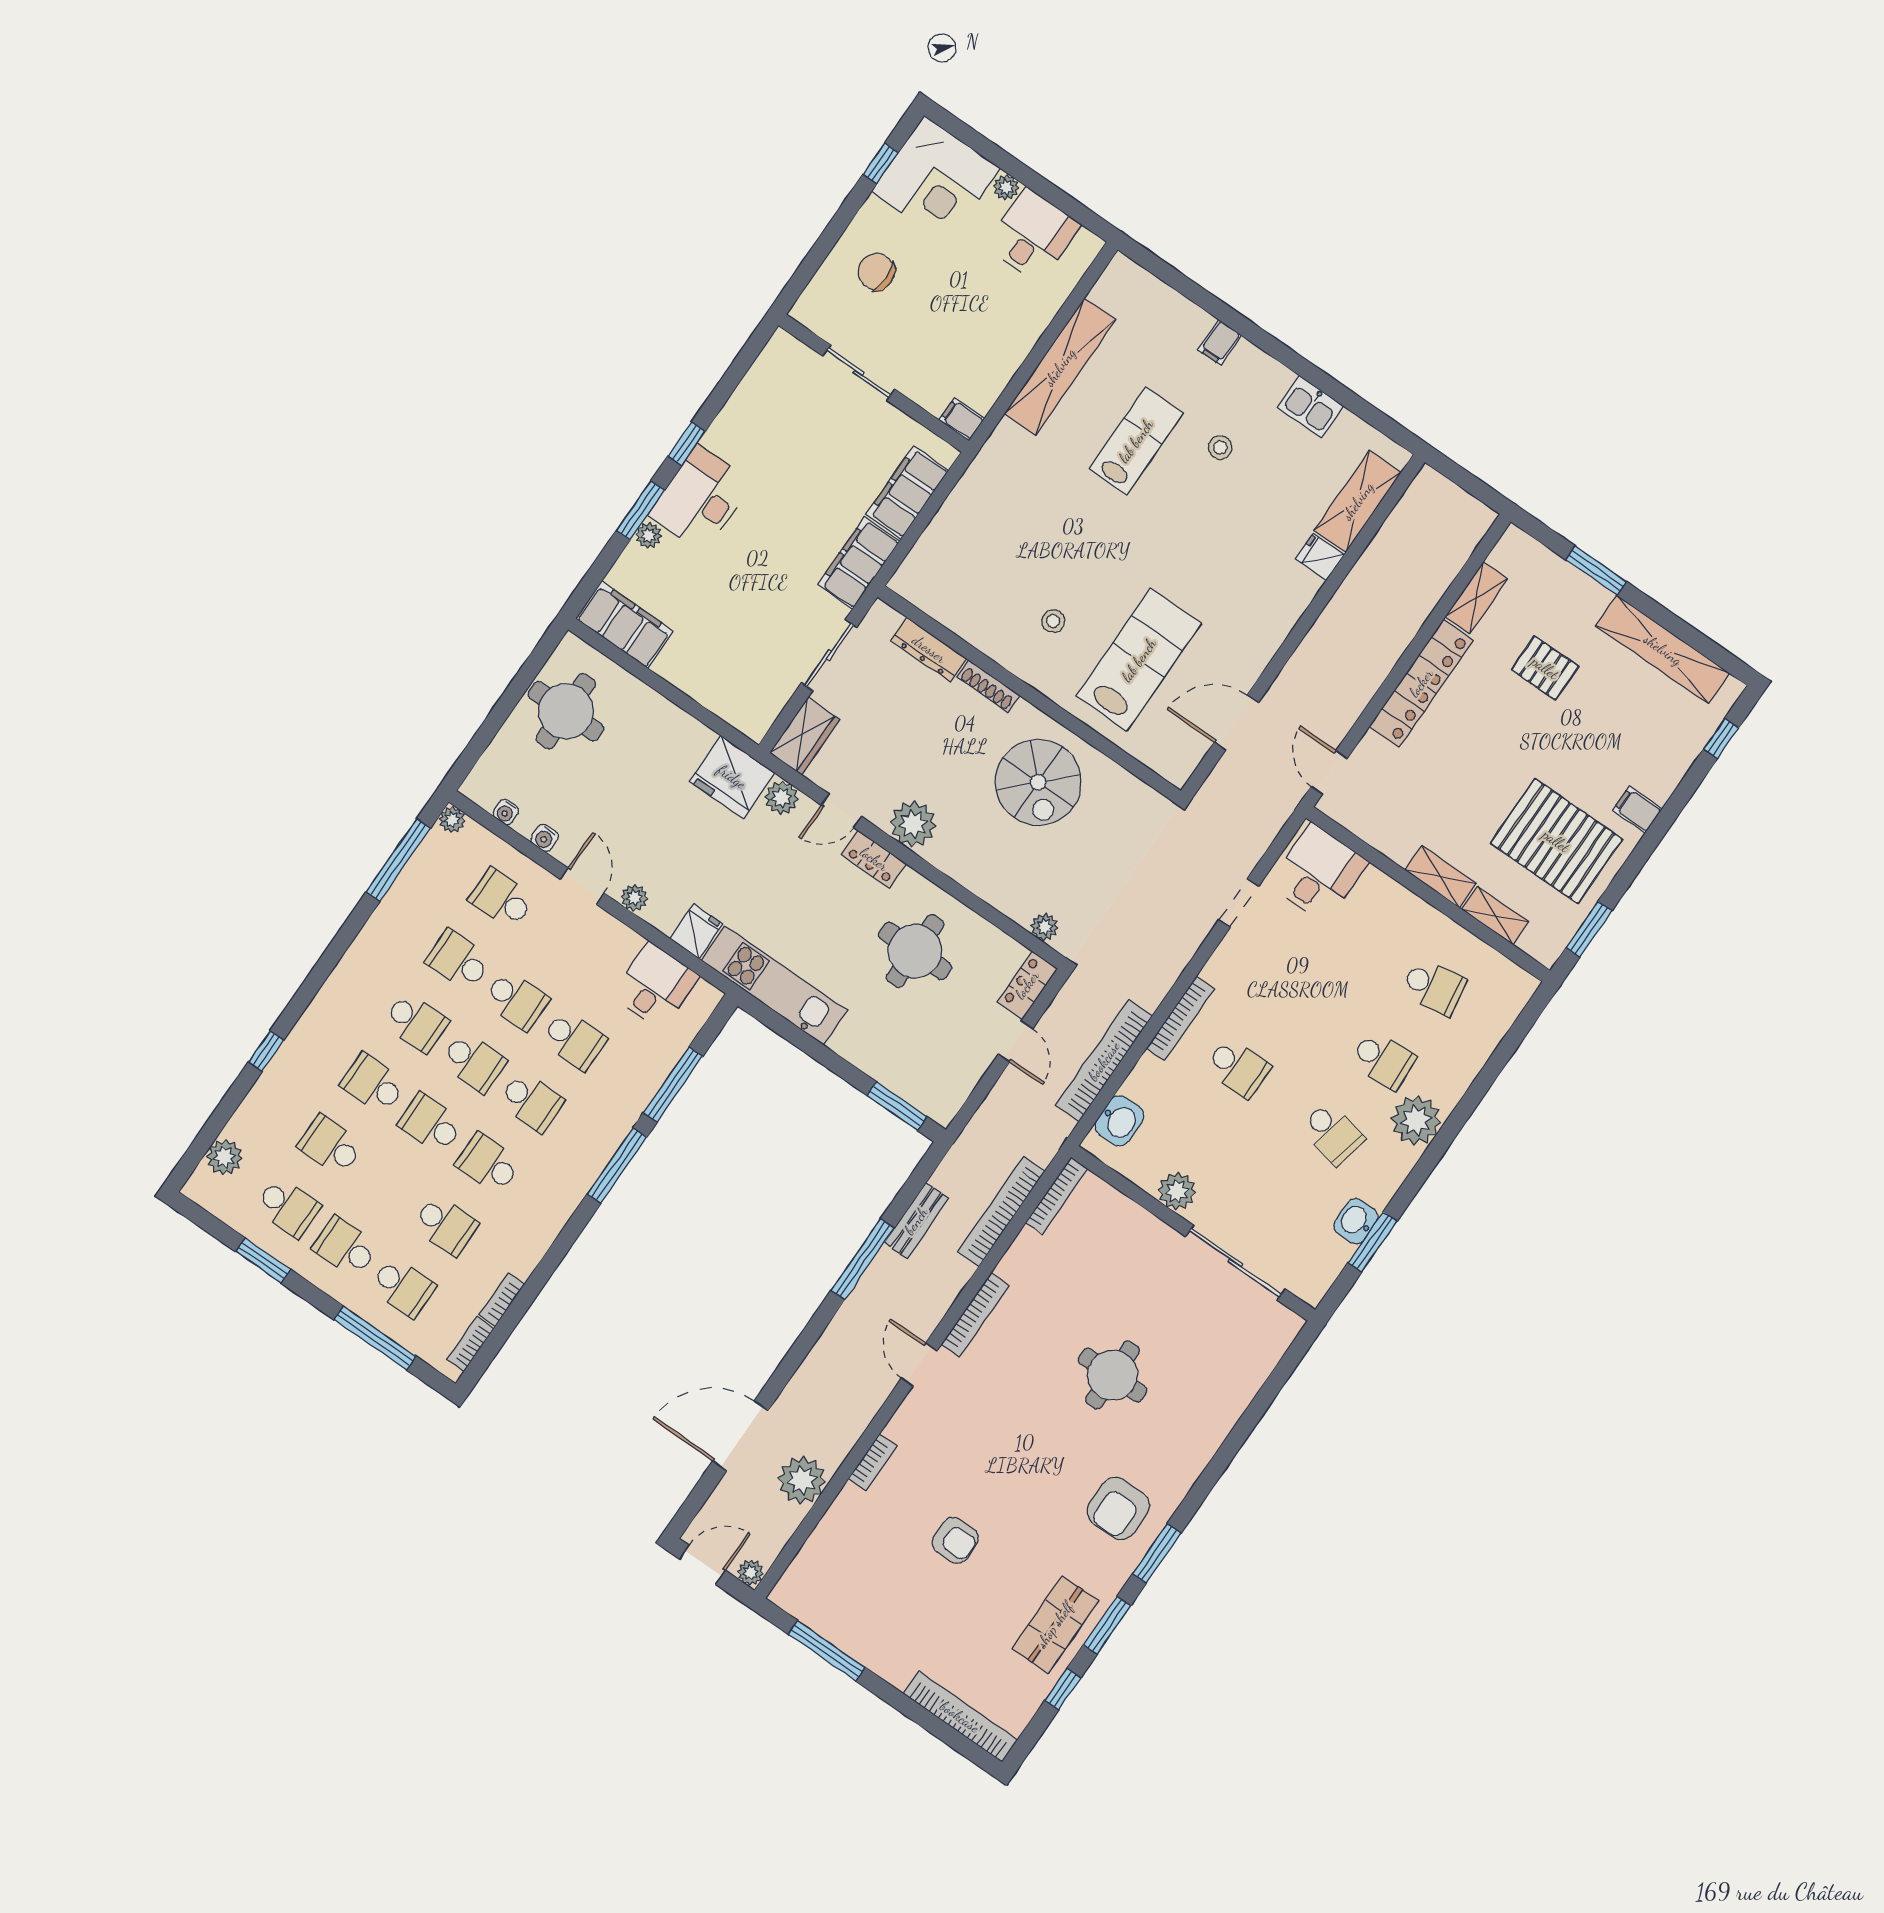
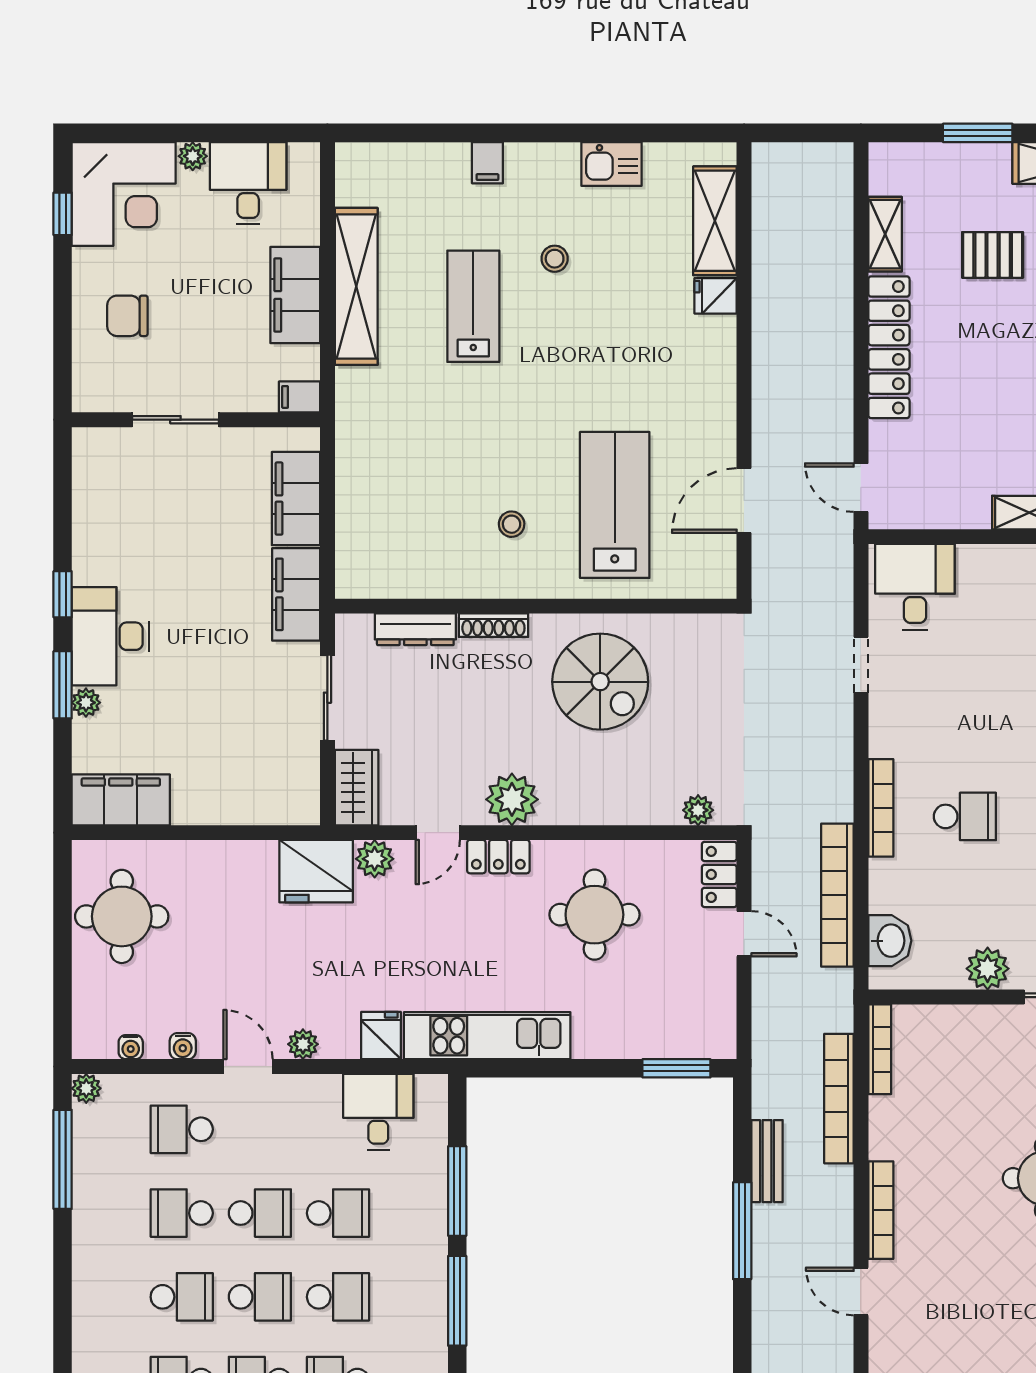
filing cabinet: (1011, 342) -> (295, 295), added

